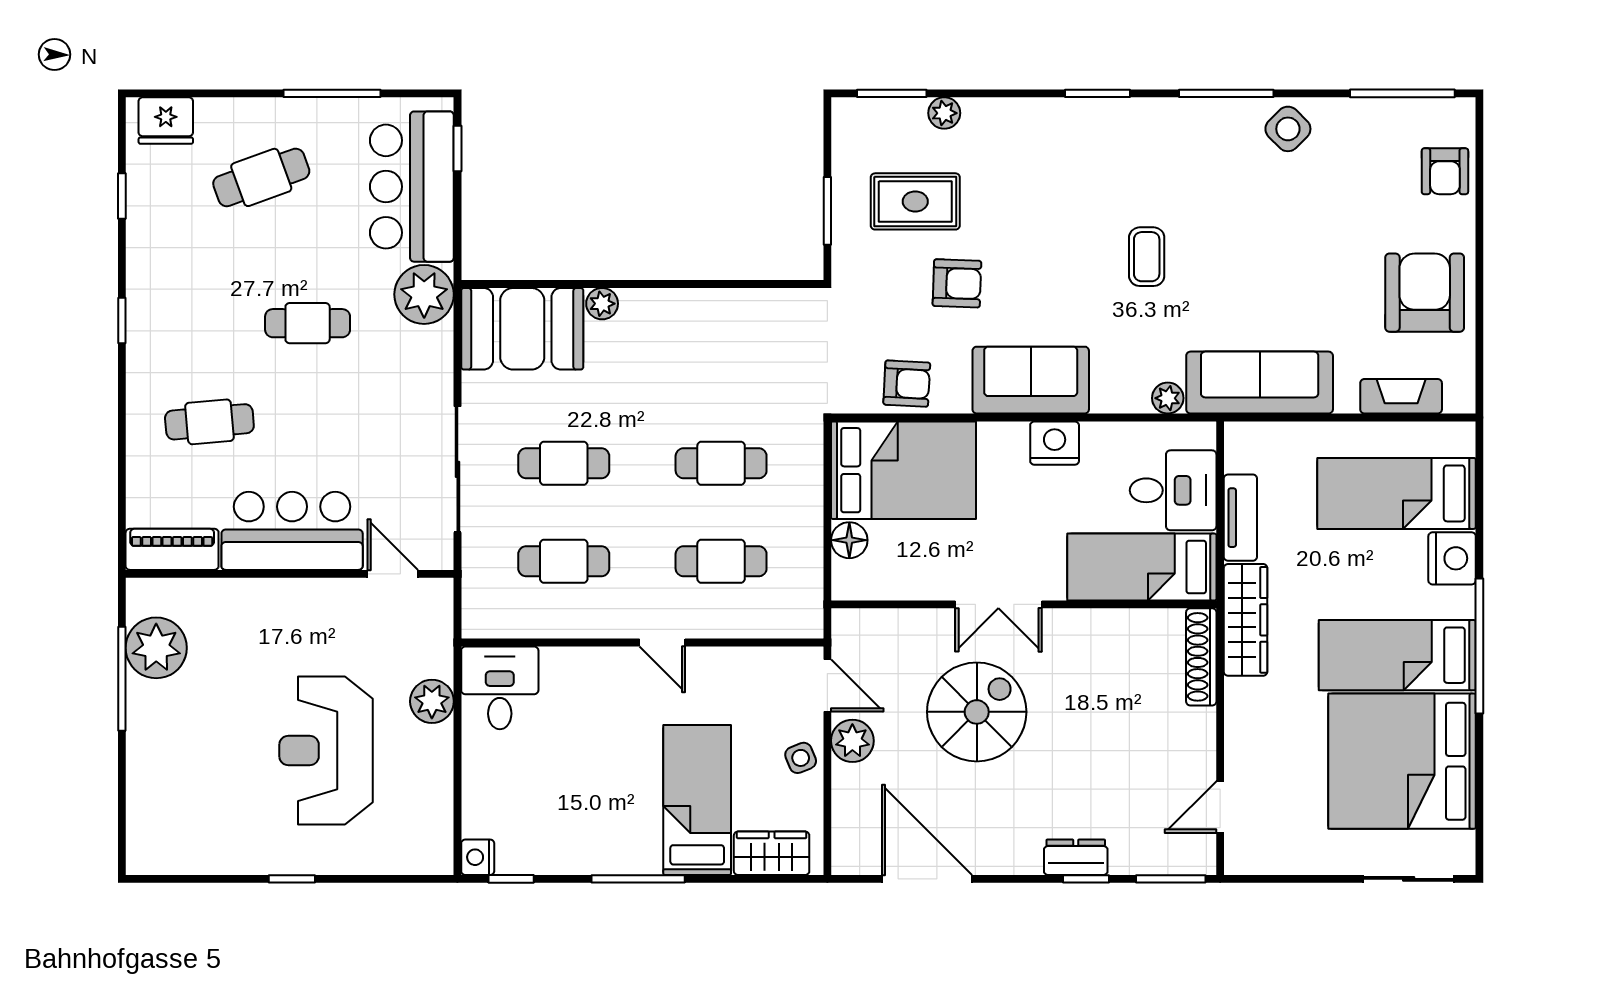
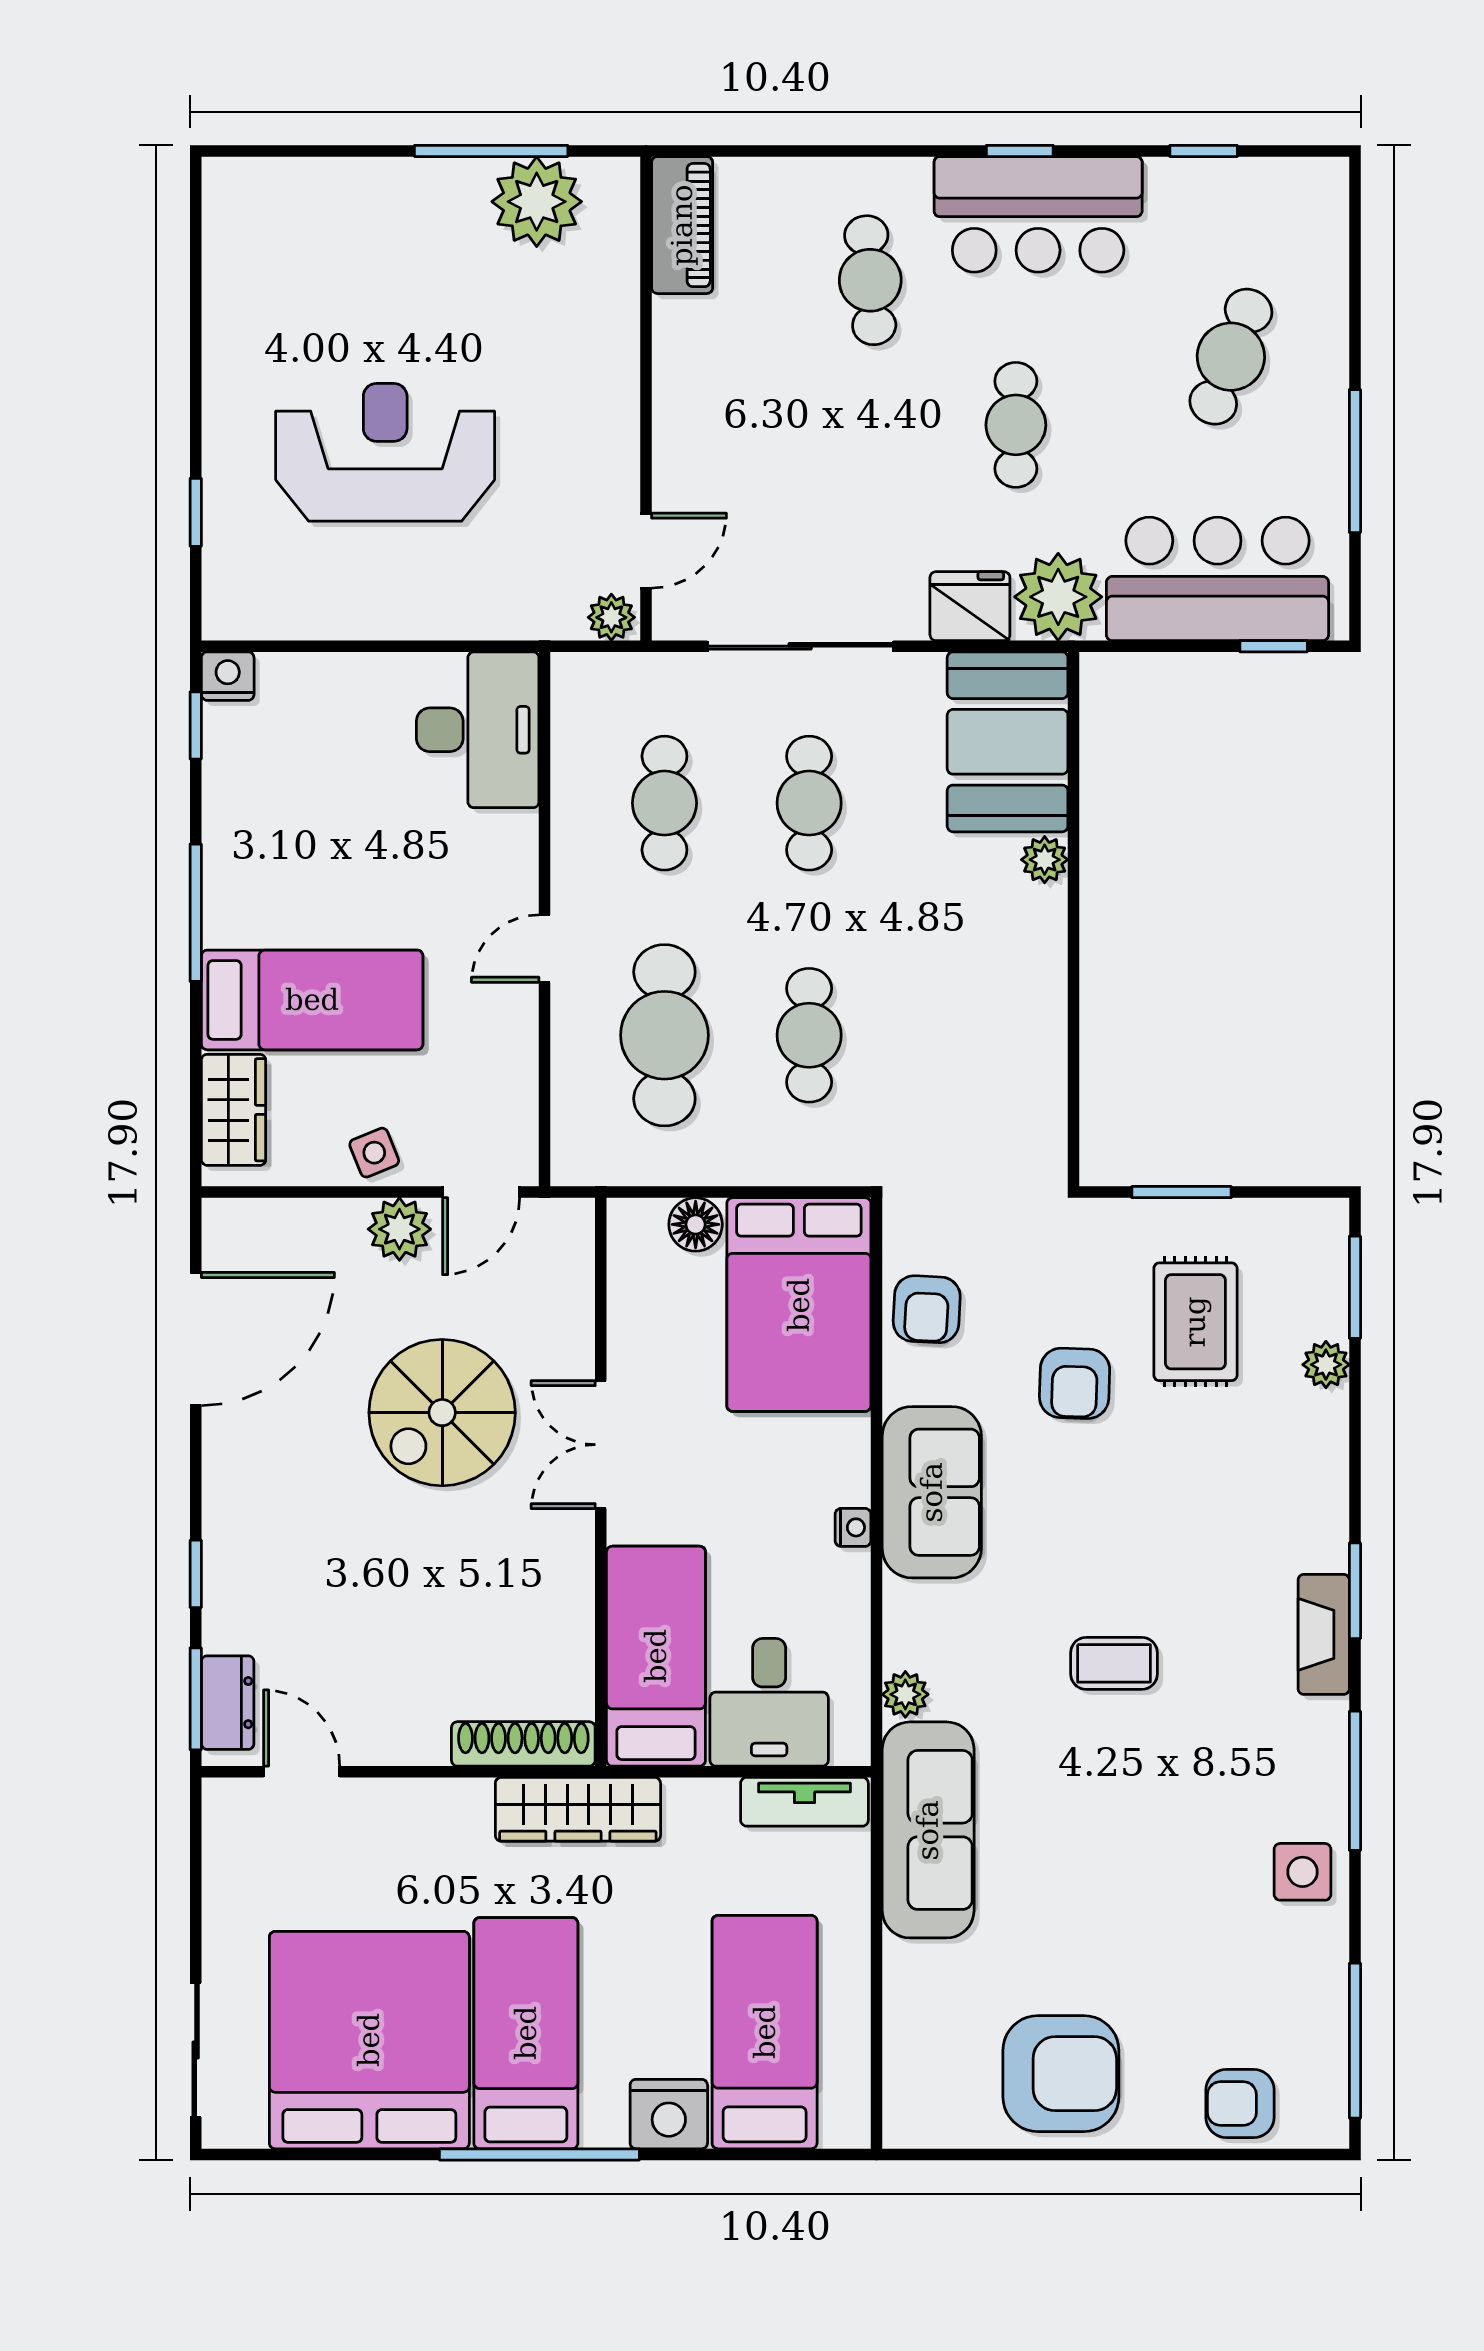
fridge: (166, 121) -> (970, 606), moved, turned 90
side table: (1288, 129) -> (1303, 1872), turned 45
cafe table: (261, 177) -> (1231, 357), turned 41
fireplace: (1401, 396) -> (1324, 1634), moved, turned 180
nightstand: (1055, 443) -> (853, 1527), width x0.53, depth x0.56
tv unit: (1240, 518) -> (804, 1802), moved
bar counter: (292, 531) -> (1038, 214), moved, turned 90
cafe table: (721, 561) -> (664, 1035), width x1.37, depth x1.35
desk: (500, 688) -> (478, 730), width x1.37
plant: (432, 701) -> (611, 617), moved, width x0.73, depth x0.73
spiral stairs: (977, 712) -> (442, 1413), turned 90
dresser: (1076, 857) -> (228, 1703), moved
window: (292, 879) -> (196, 512), moved

